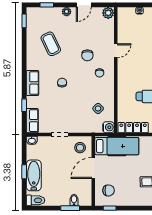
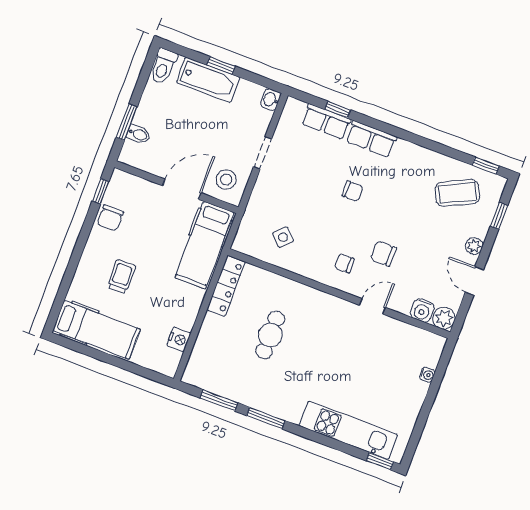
coffee table: (51, 44) -> (457, 193), moved
door: (116, 51) -> (373, 306), swing flipped
row of seats: (32, 121) -> (326, 121), moved
water cooler: (108, 127) -> (422, 310), moved
door: (93, 168) -> (182, 189), hinge flipped
chair: (109, 190) -> (110, 218), moved

